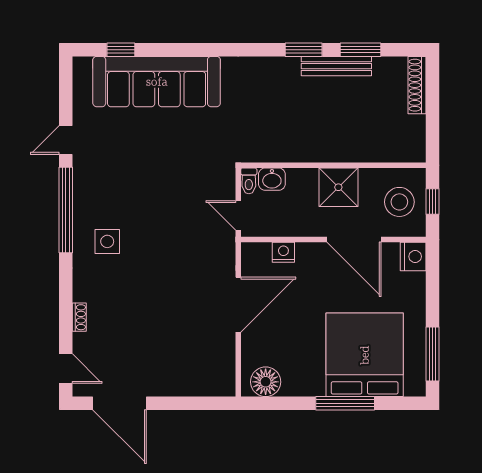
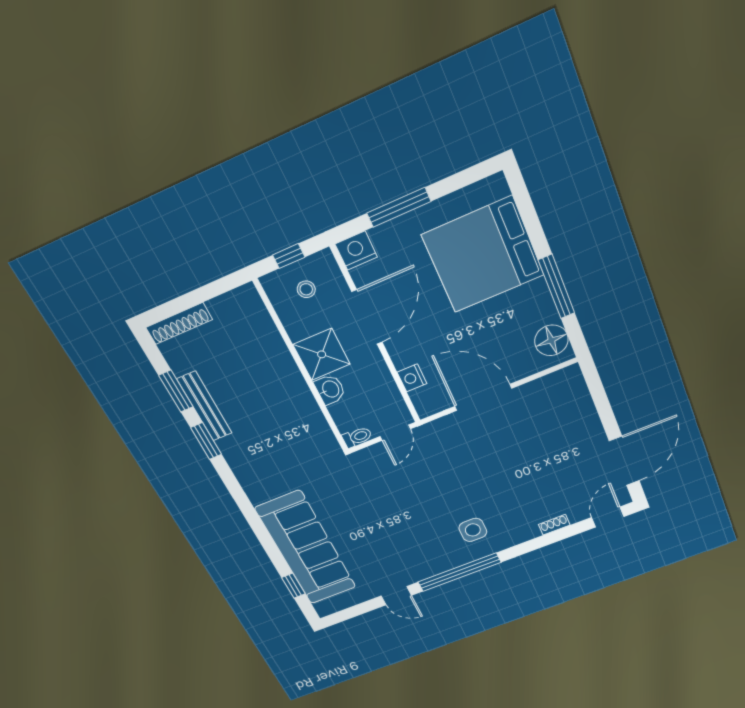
washbasin: (272, 179) -> (330, 389), moved
stool: (399, 202) -> (306, 289), width x0.53, depth x0.53
window: (432, 354) -> (399, 207), moved
window: (345, 403) -> (557, 287), moved

